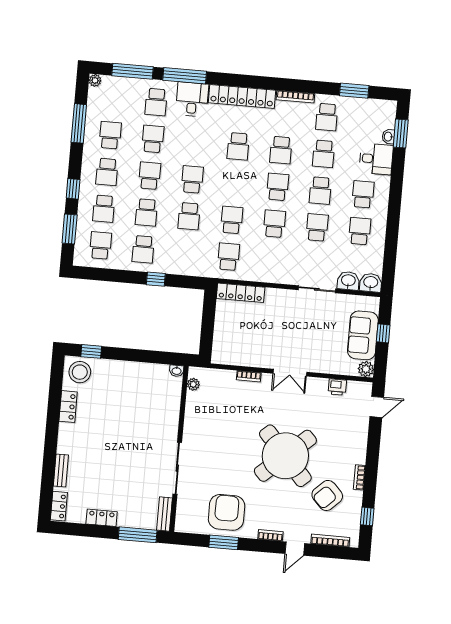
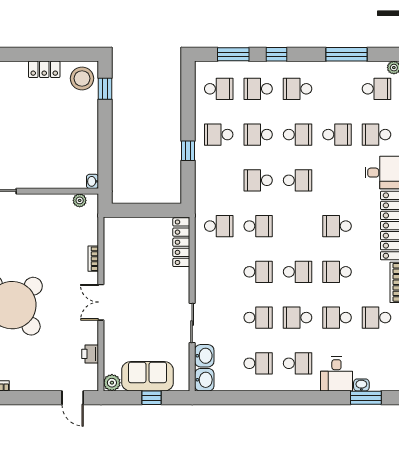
school desk: (110, 135) -> (376, 89), moved

